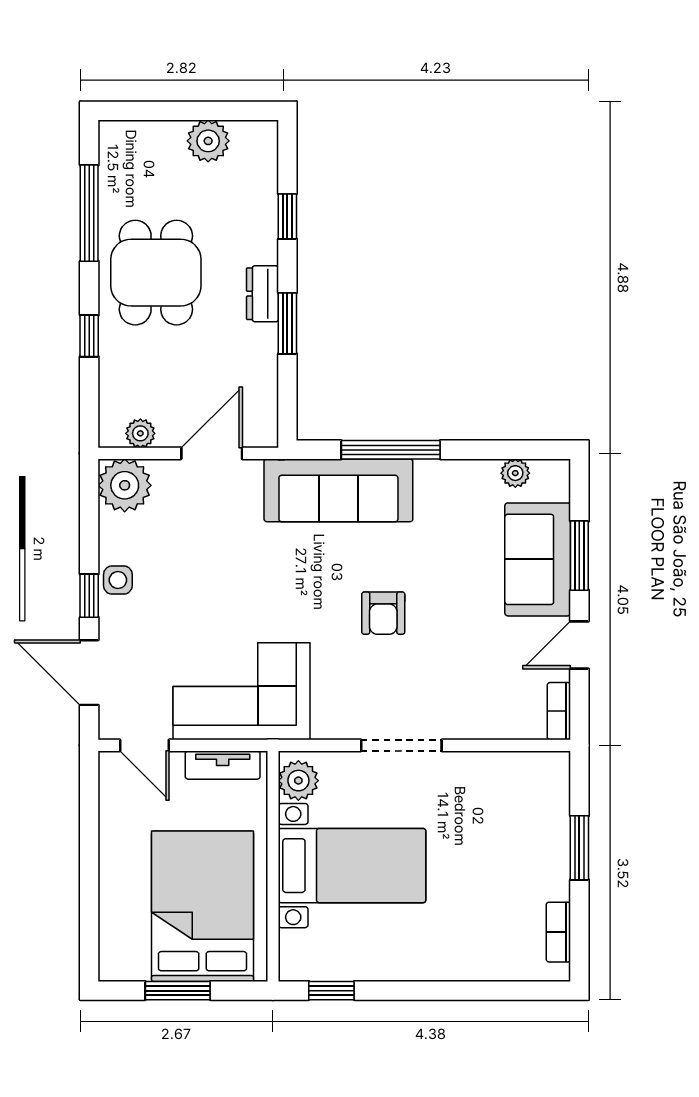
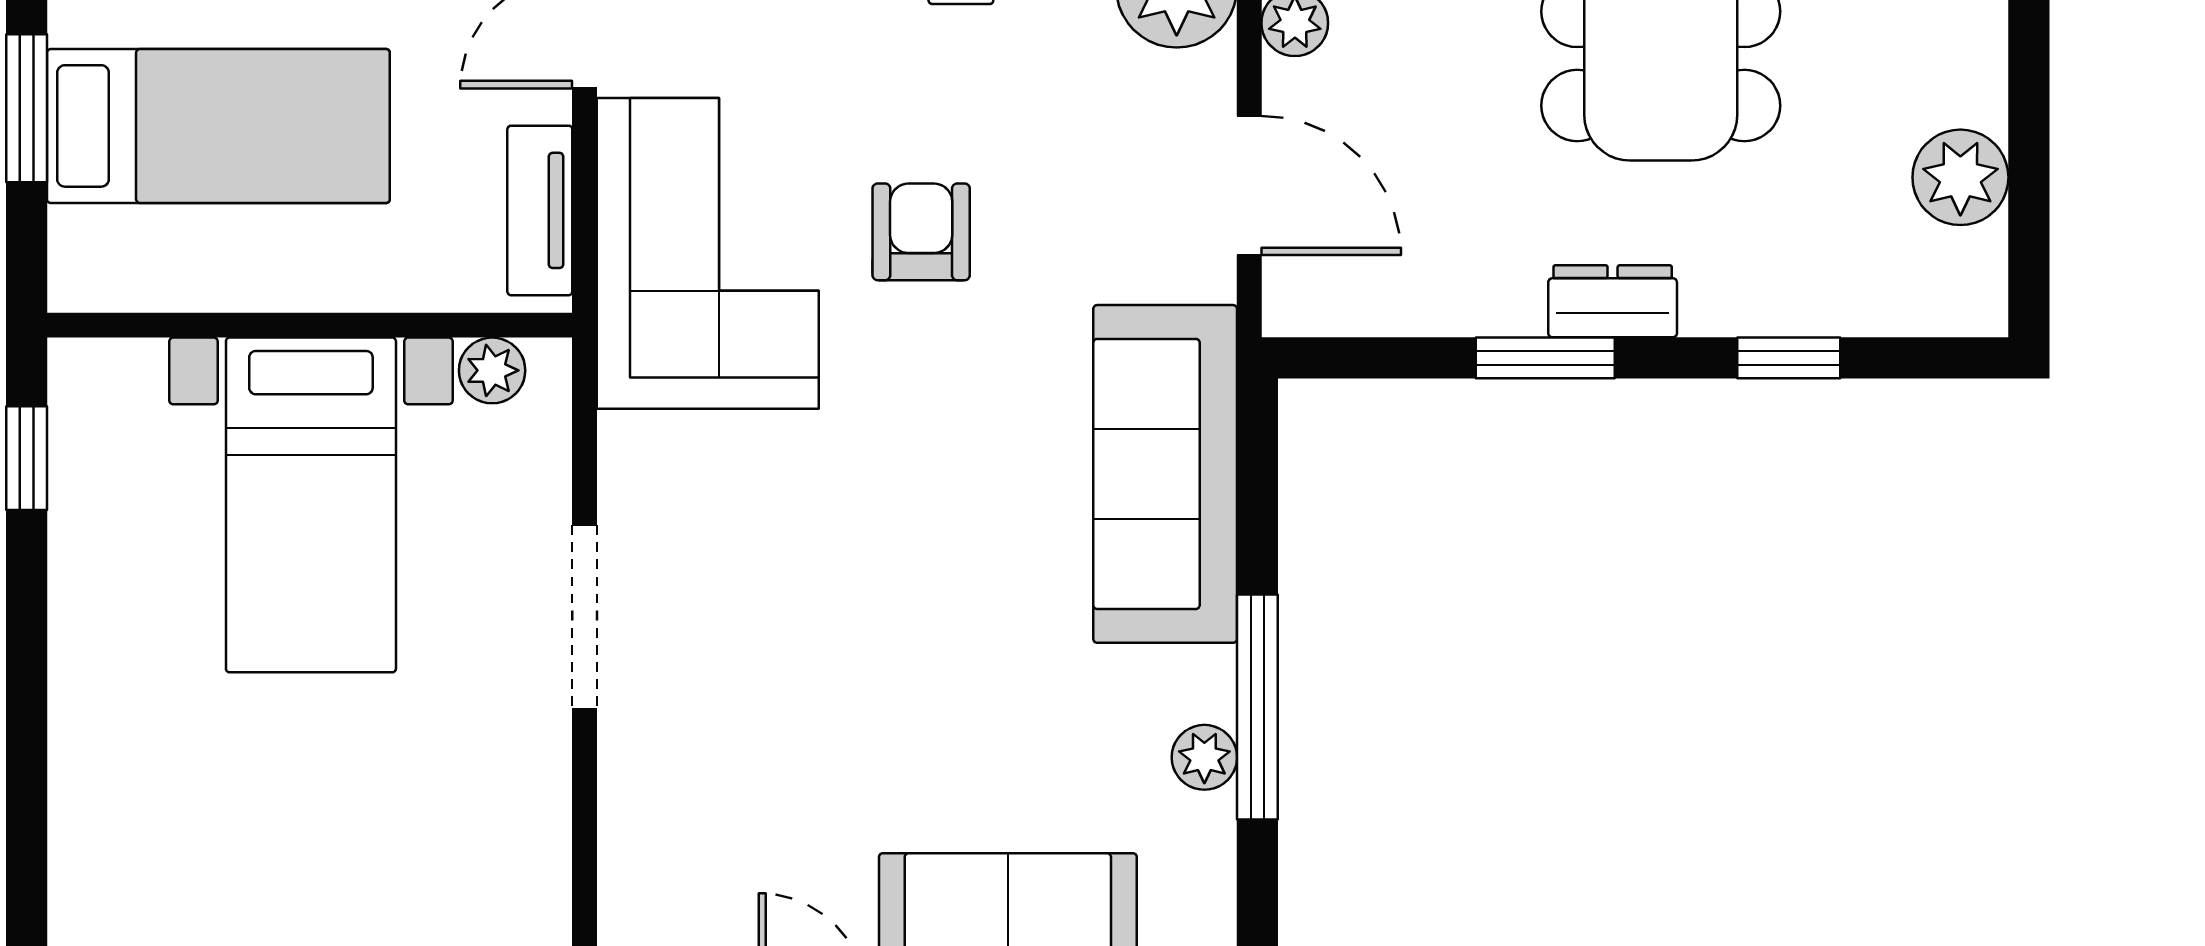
window: (391, 450) -> (1257, 707), moved
plant: (515, 473) -> (1204, 757), moved
armchair: (383, 613) -> (921, 232), moved, turned 90
plant: (298, 781) -> (492, 370), width x0.73, depth x0.73
bed: (202, 906) -> (218, 126), width x0.67

